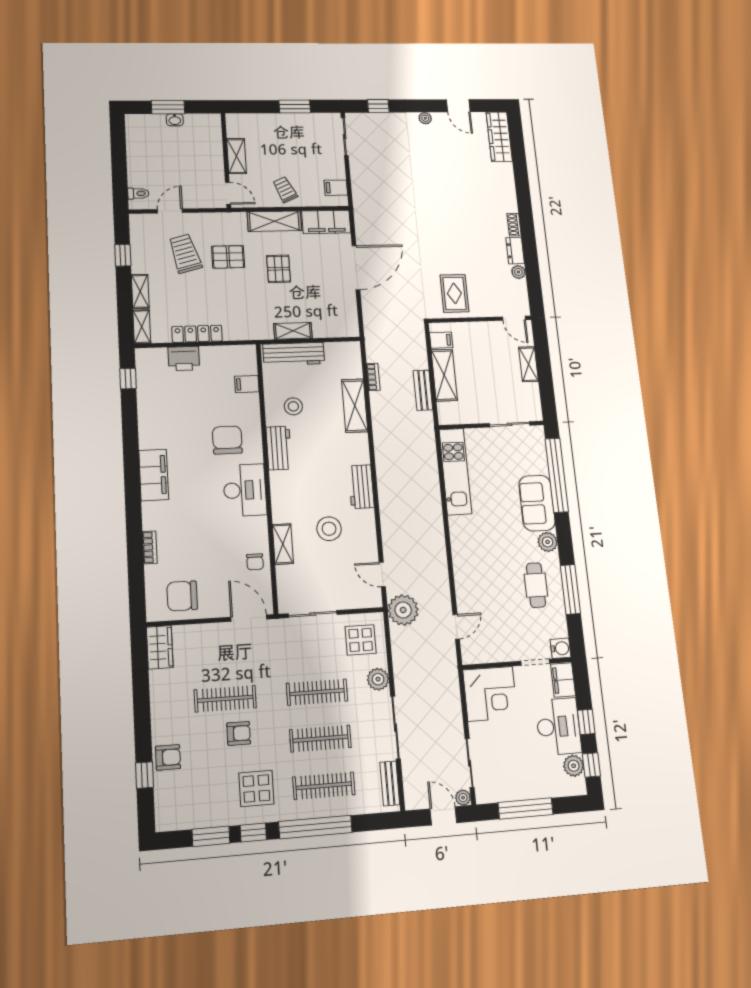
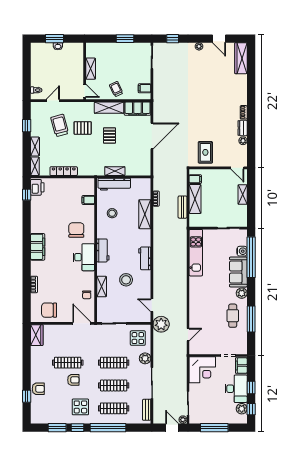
printer: (184, 359) -> (37, 187), moved, turned -90
workbench: (279, 448) -> (103, 250), moved
water cooler: (561, 648) -> (242, 251), moved

